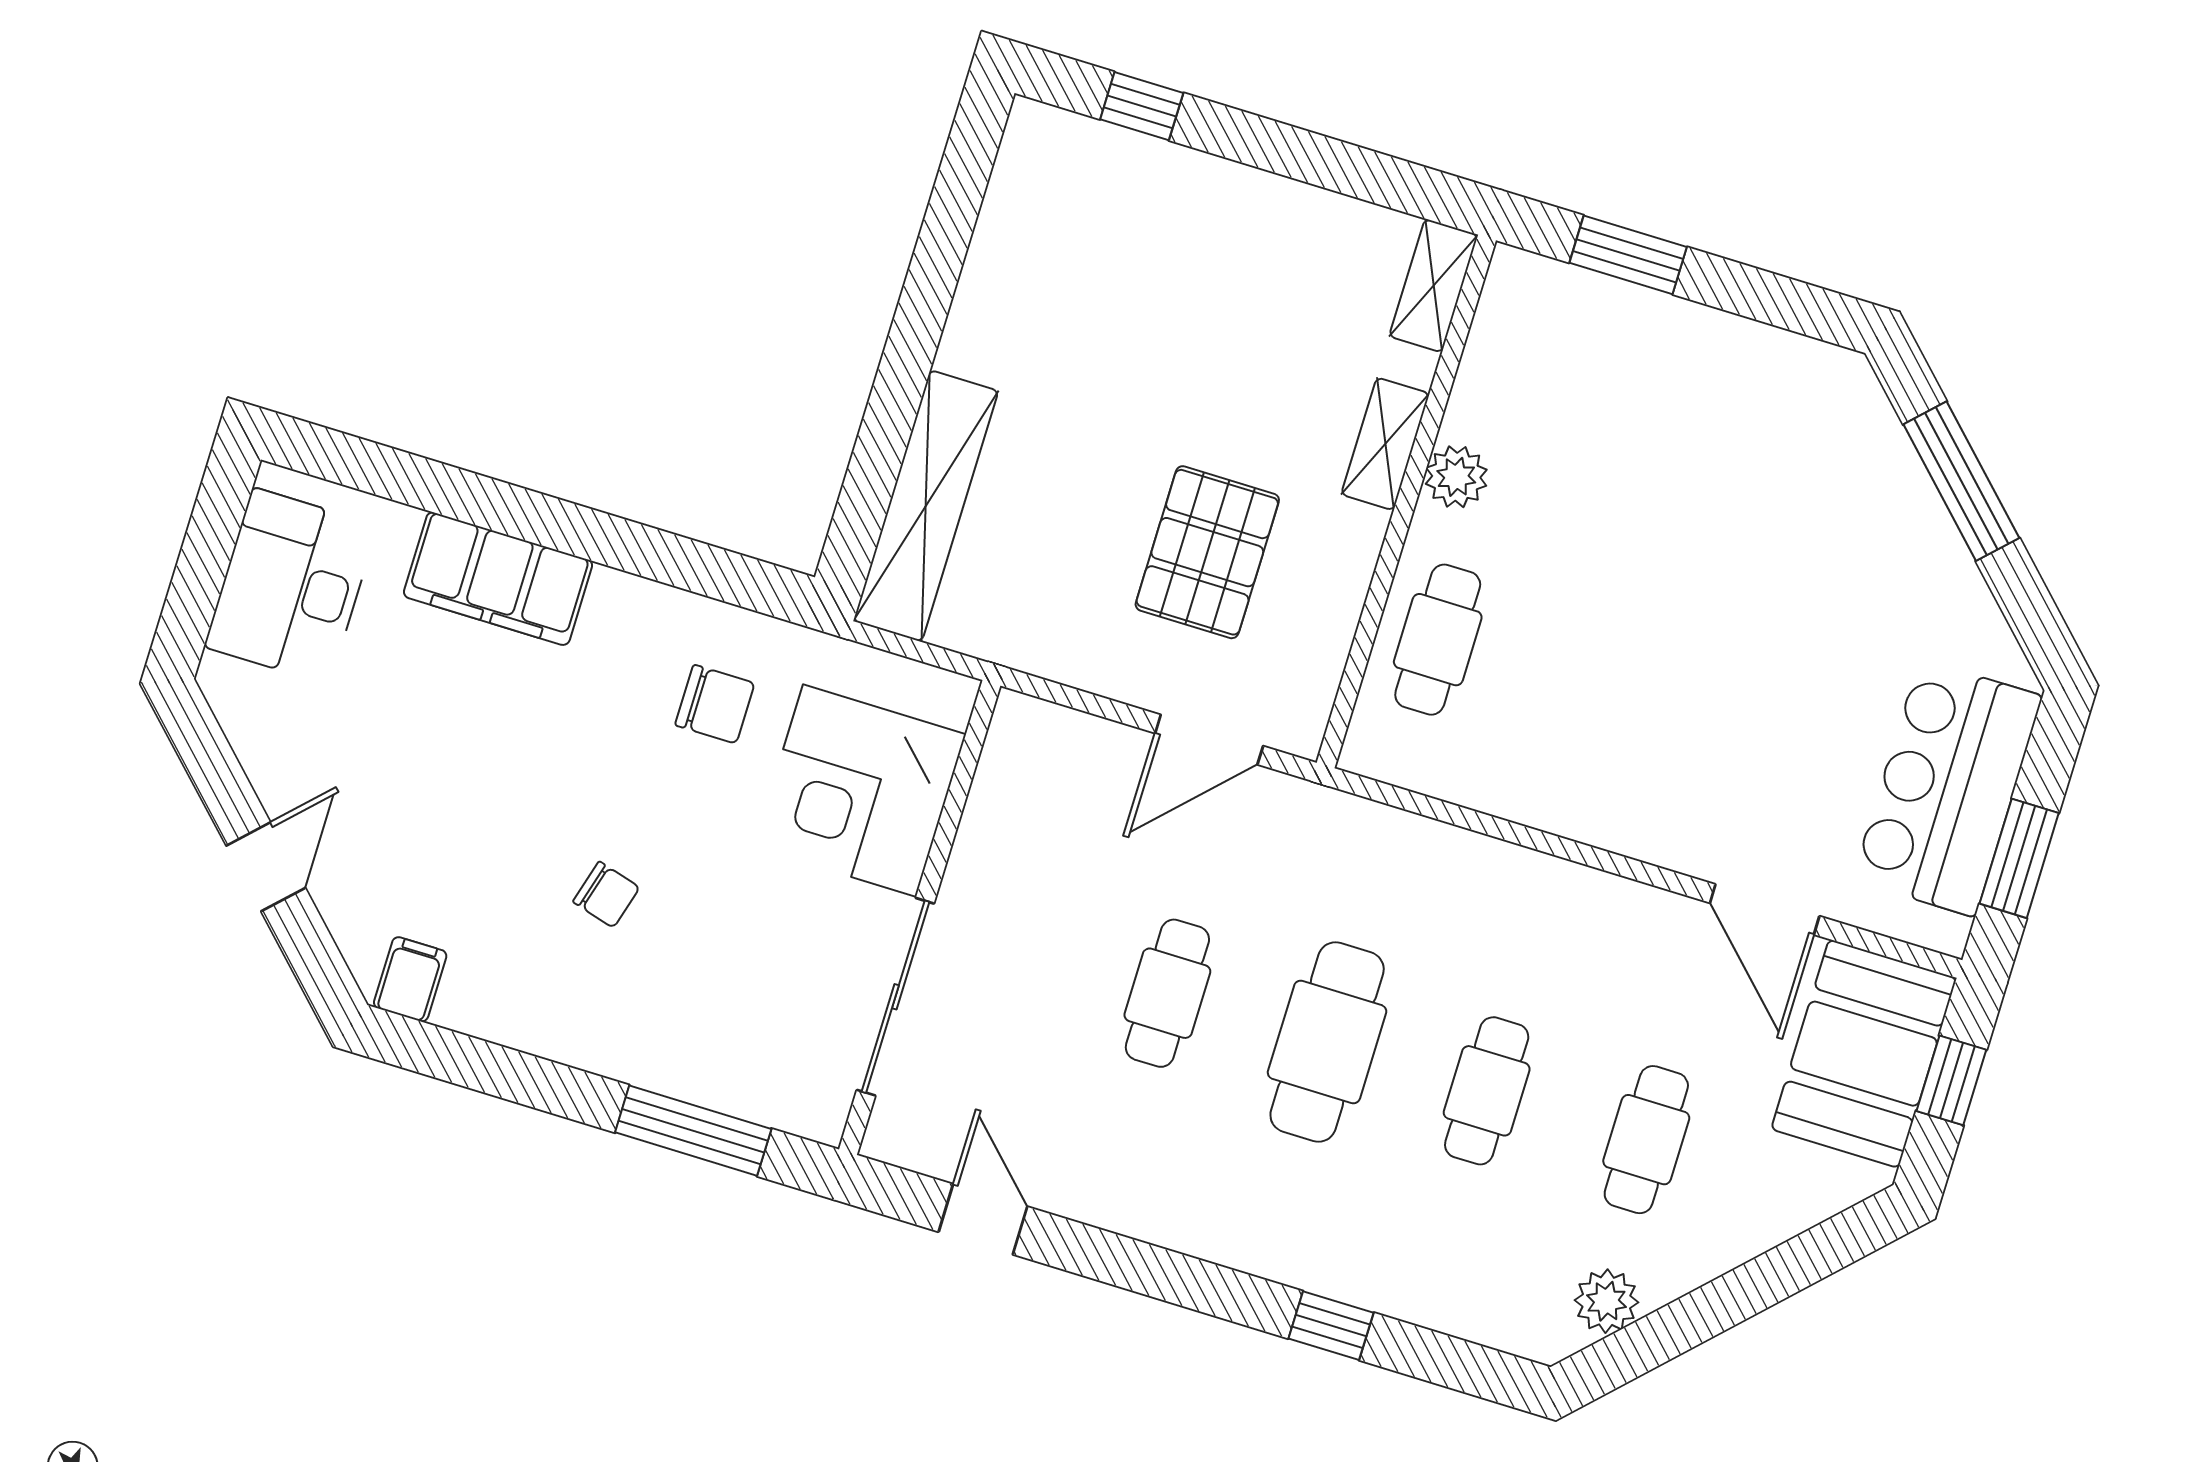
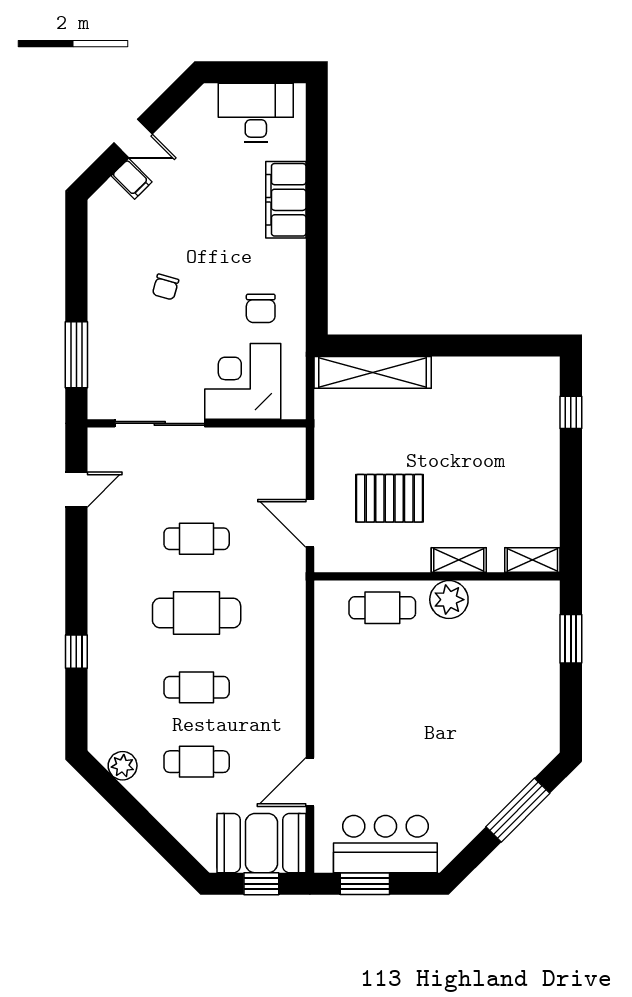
plant: (1456, 477) -> (449, 600), width x1.36, depth x1.36
filing cabinet: (410, 979) -> (132, 179), moved, turned 45

